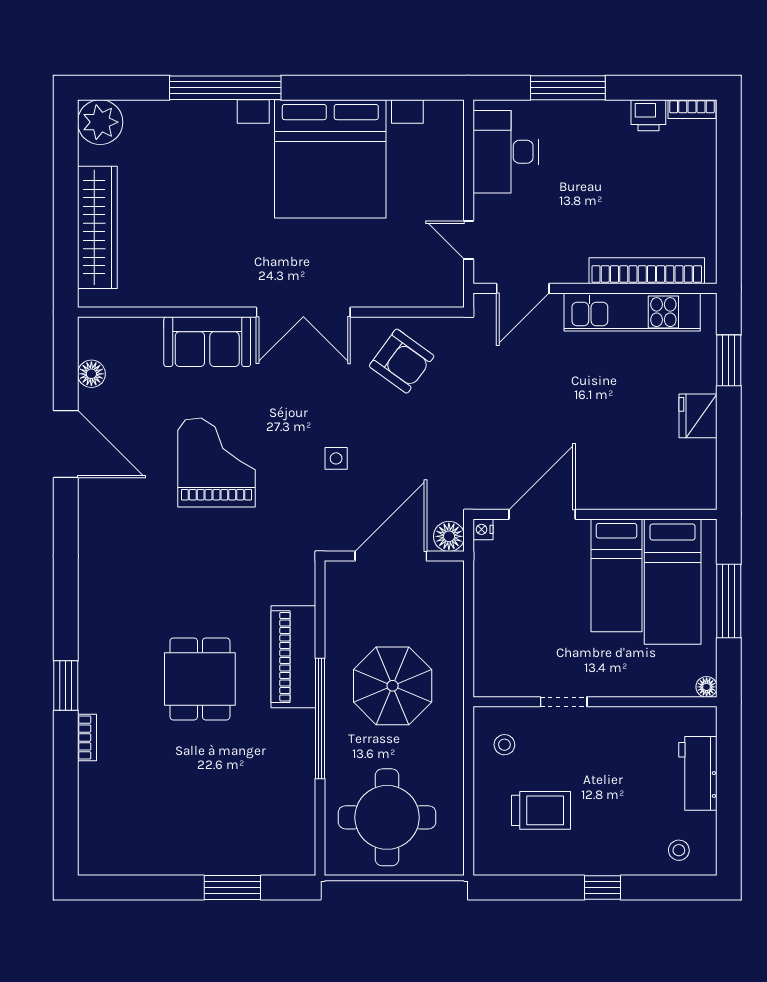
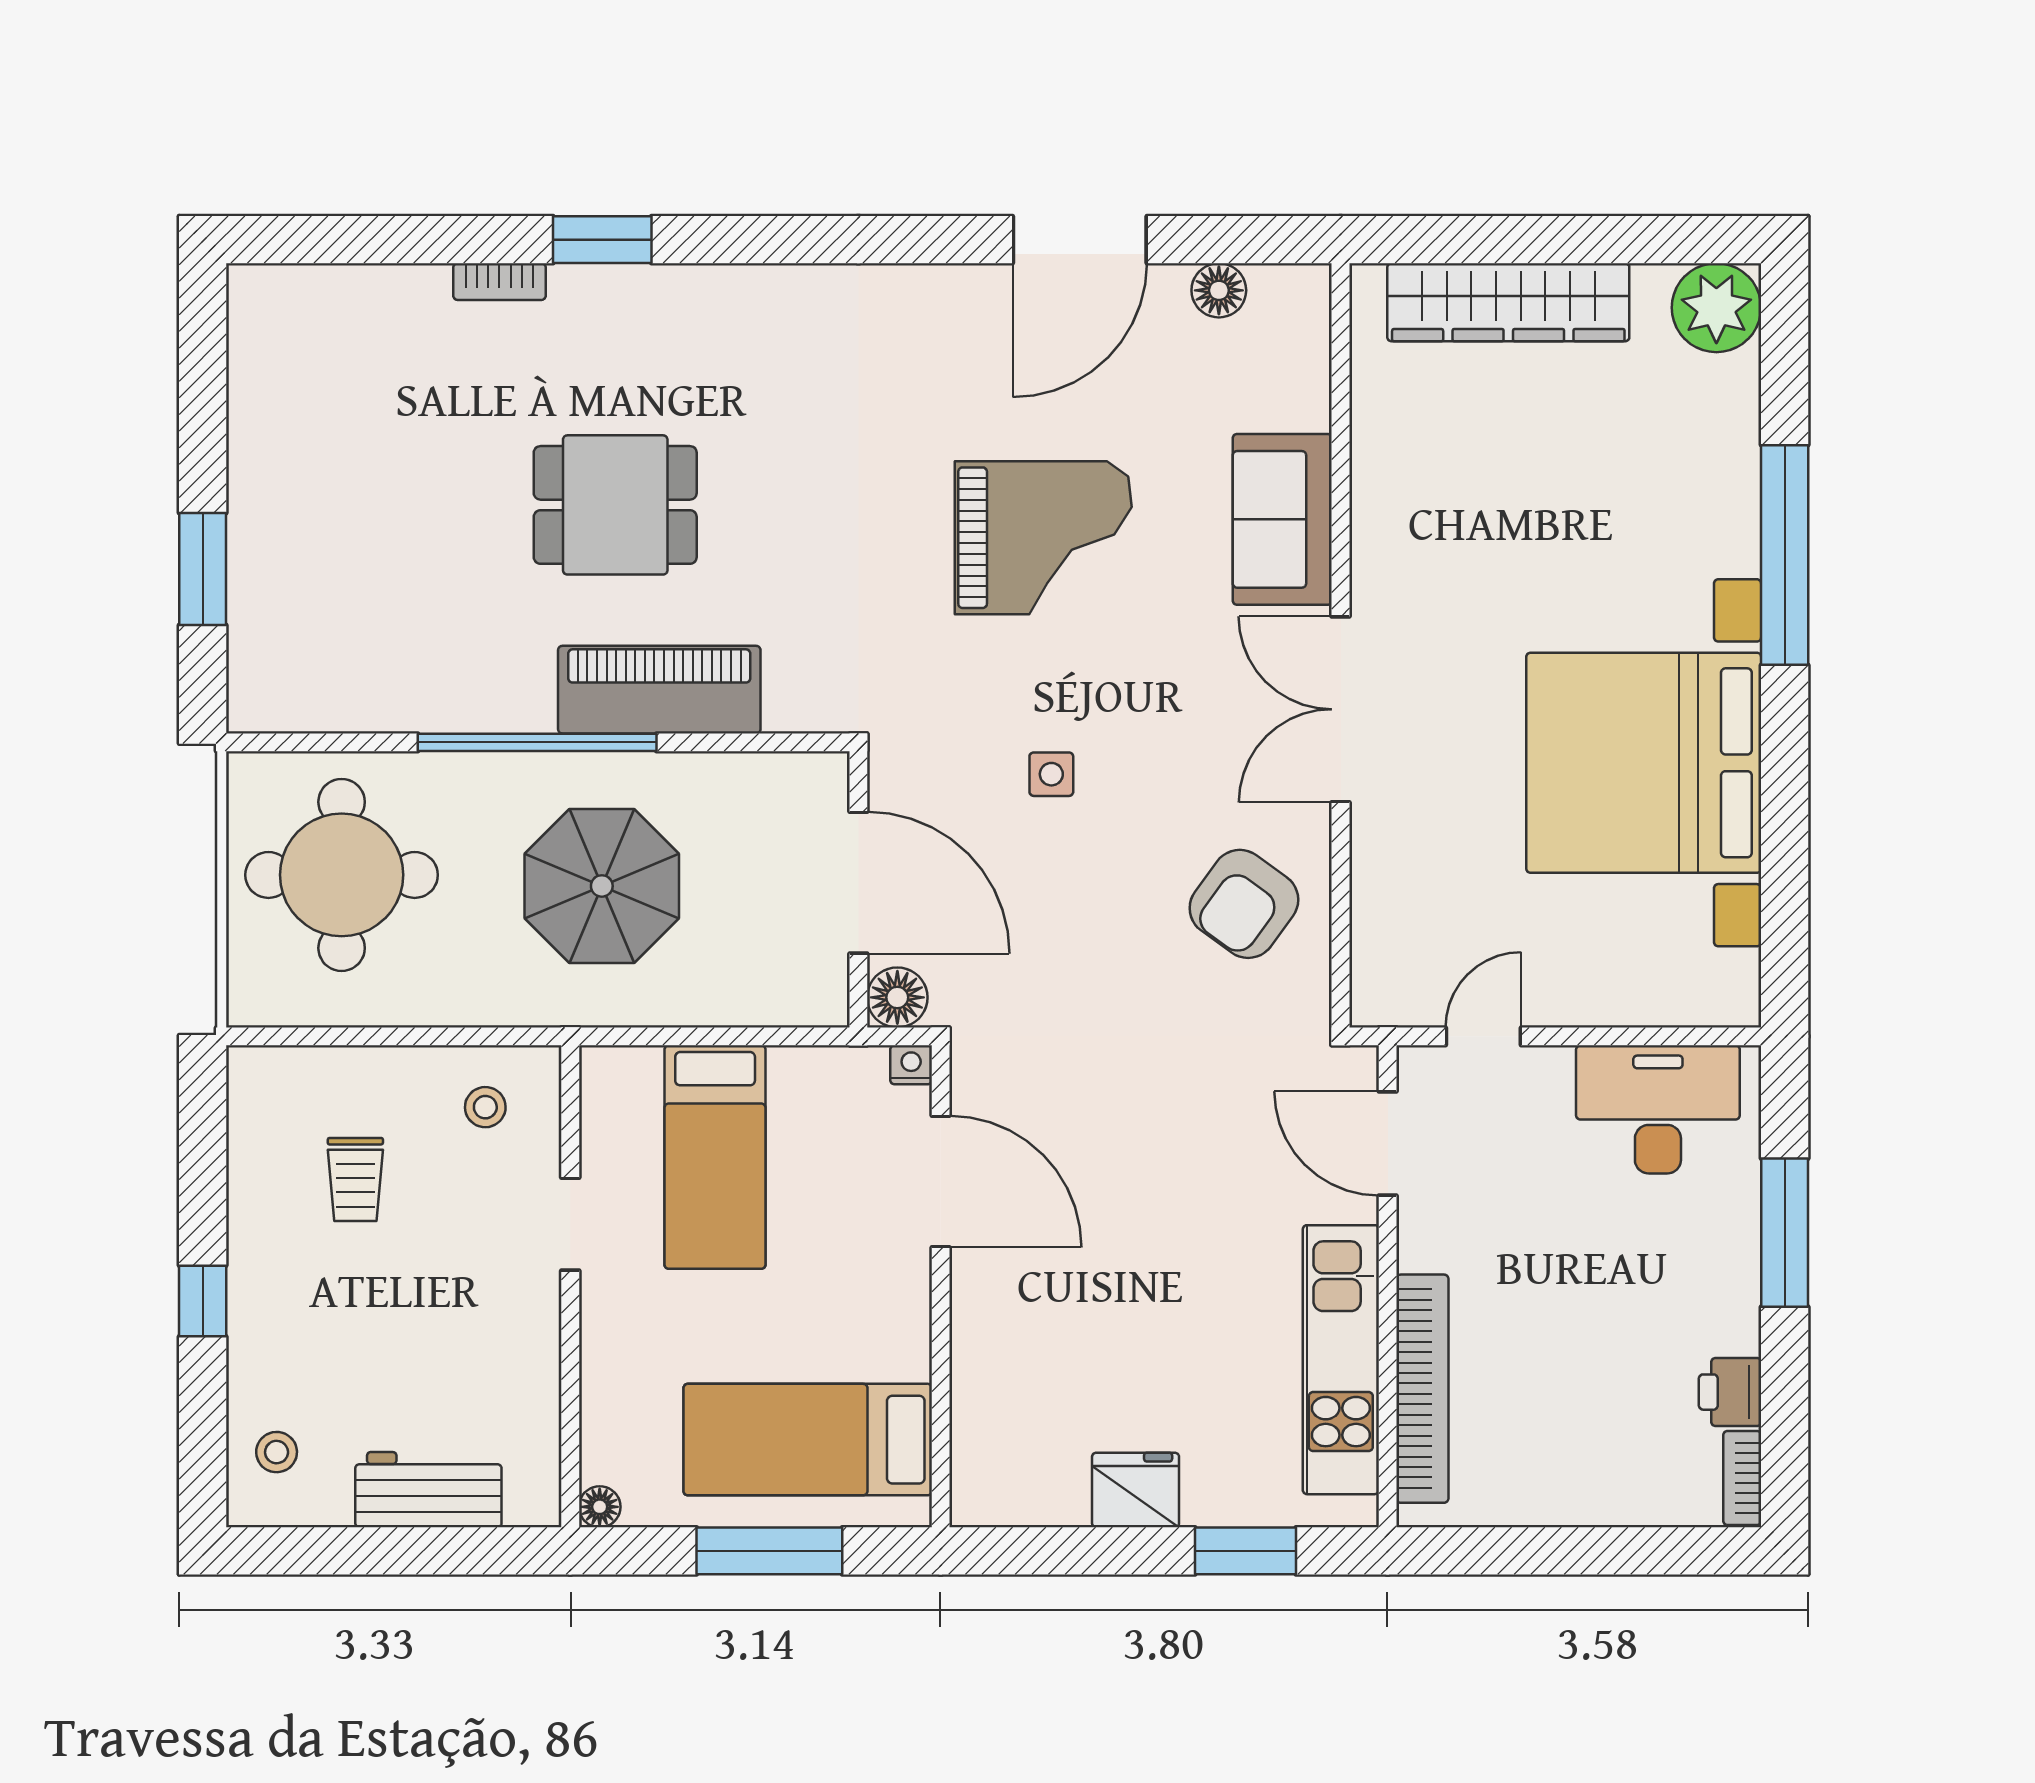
bed: (616, 575) -> (715, 1157), moved, turned -90
trolley: (541, 810) -> (355, 1179), width x0.73, depth x0.72

